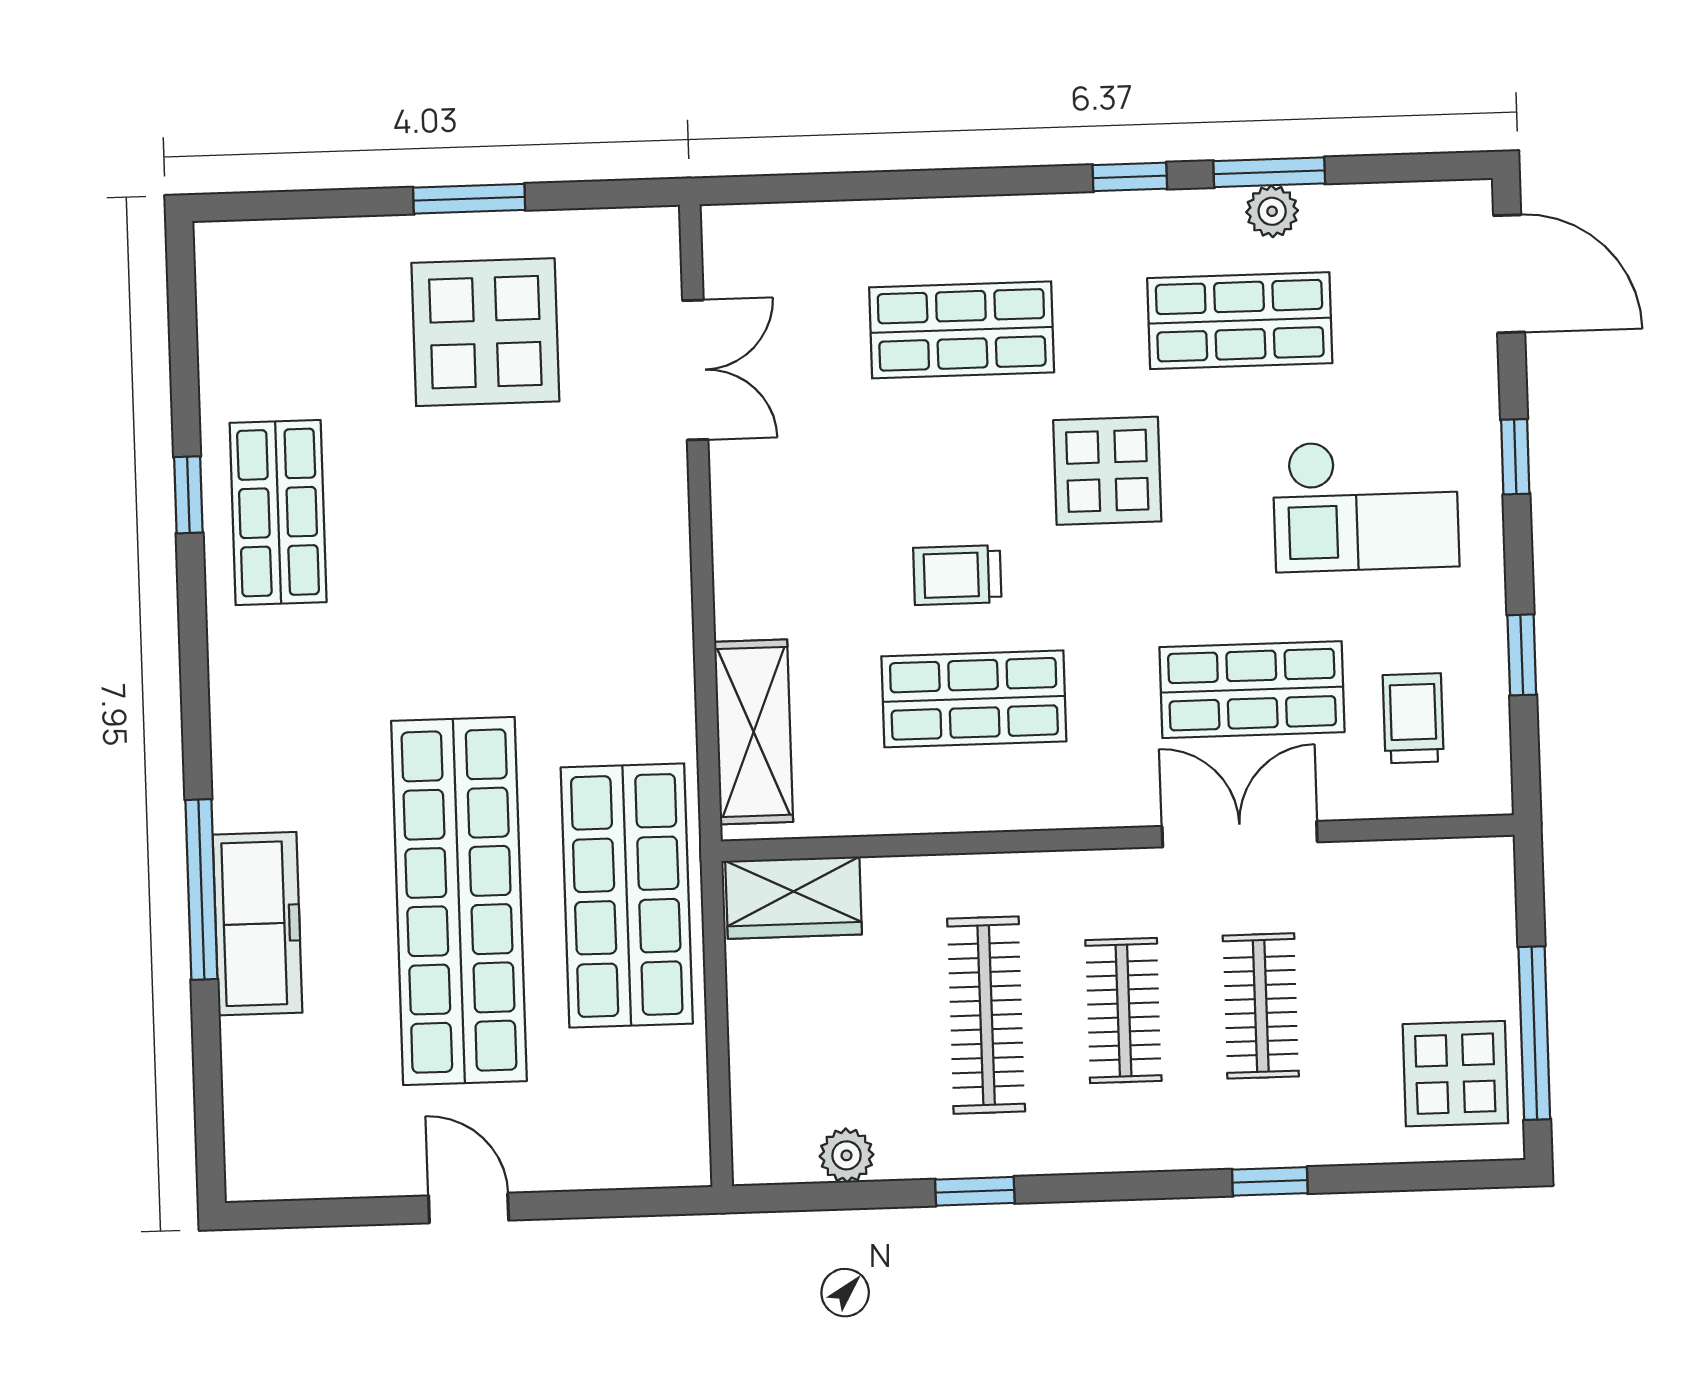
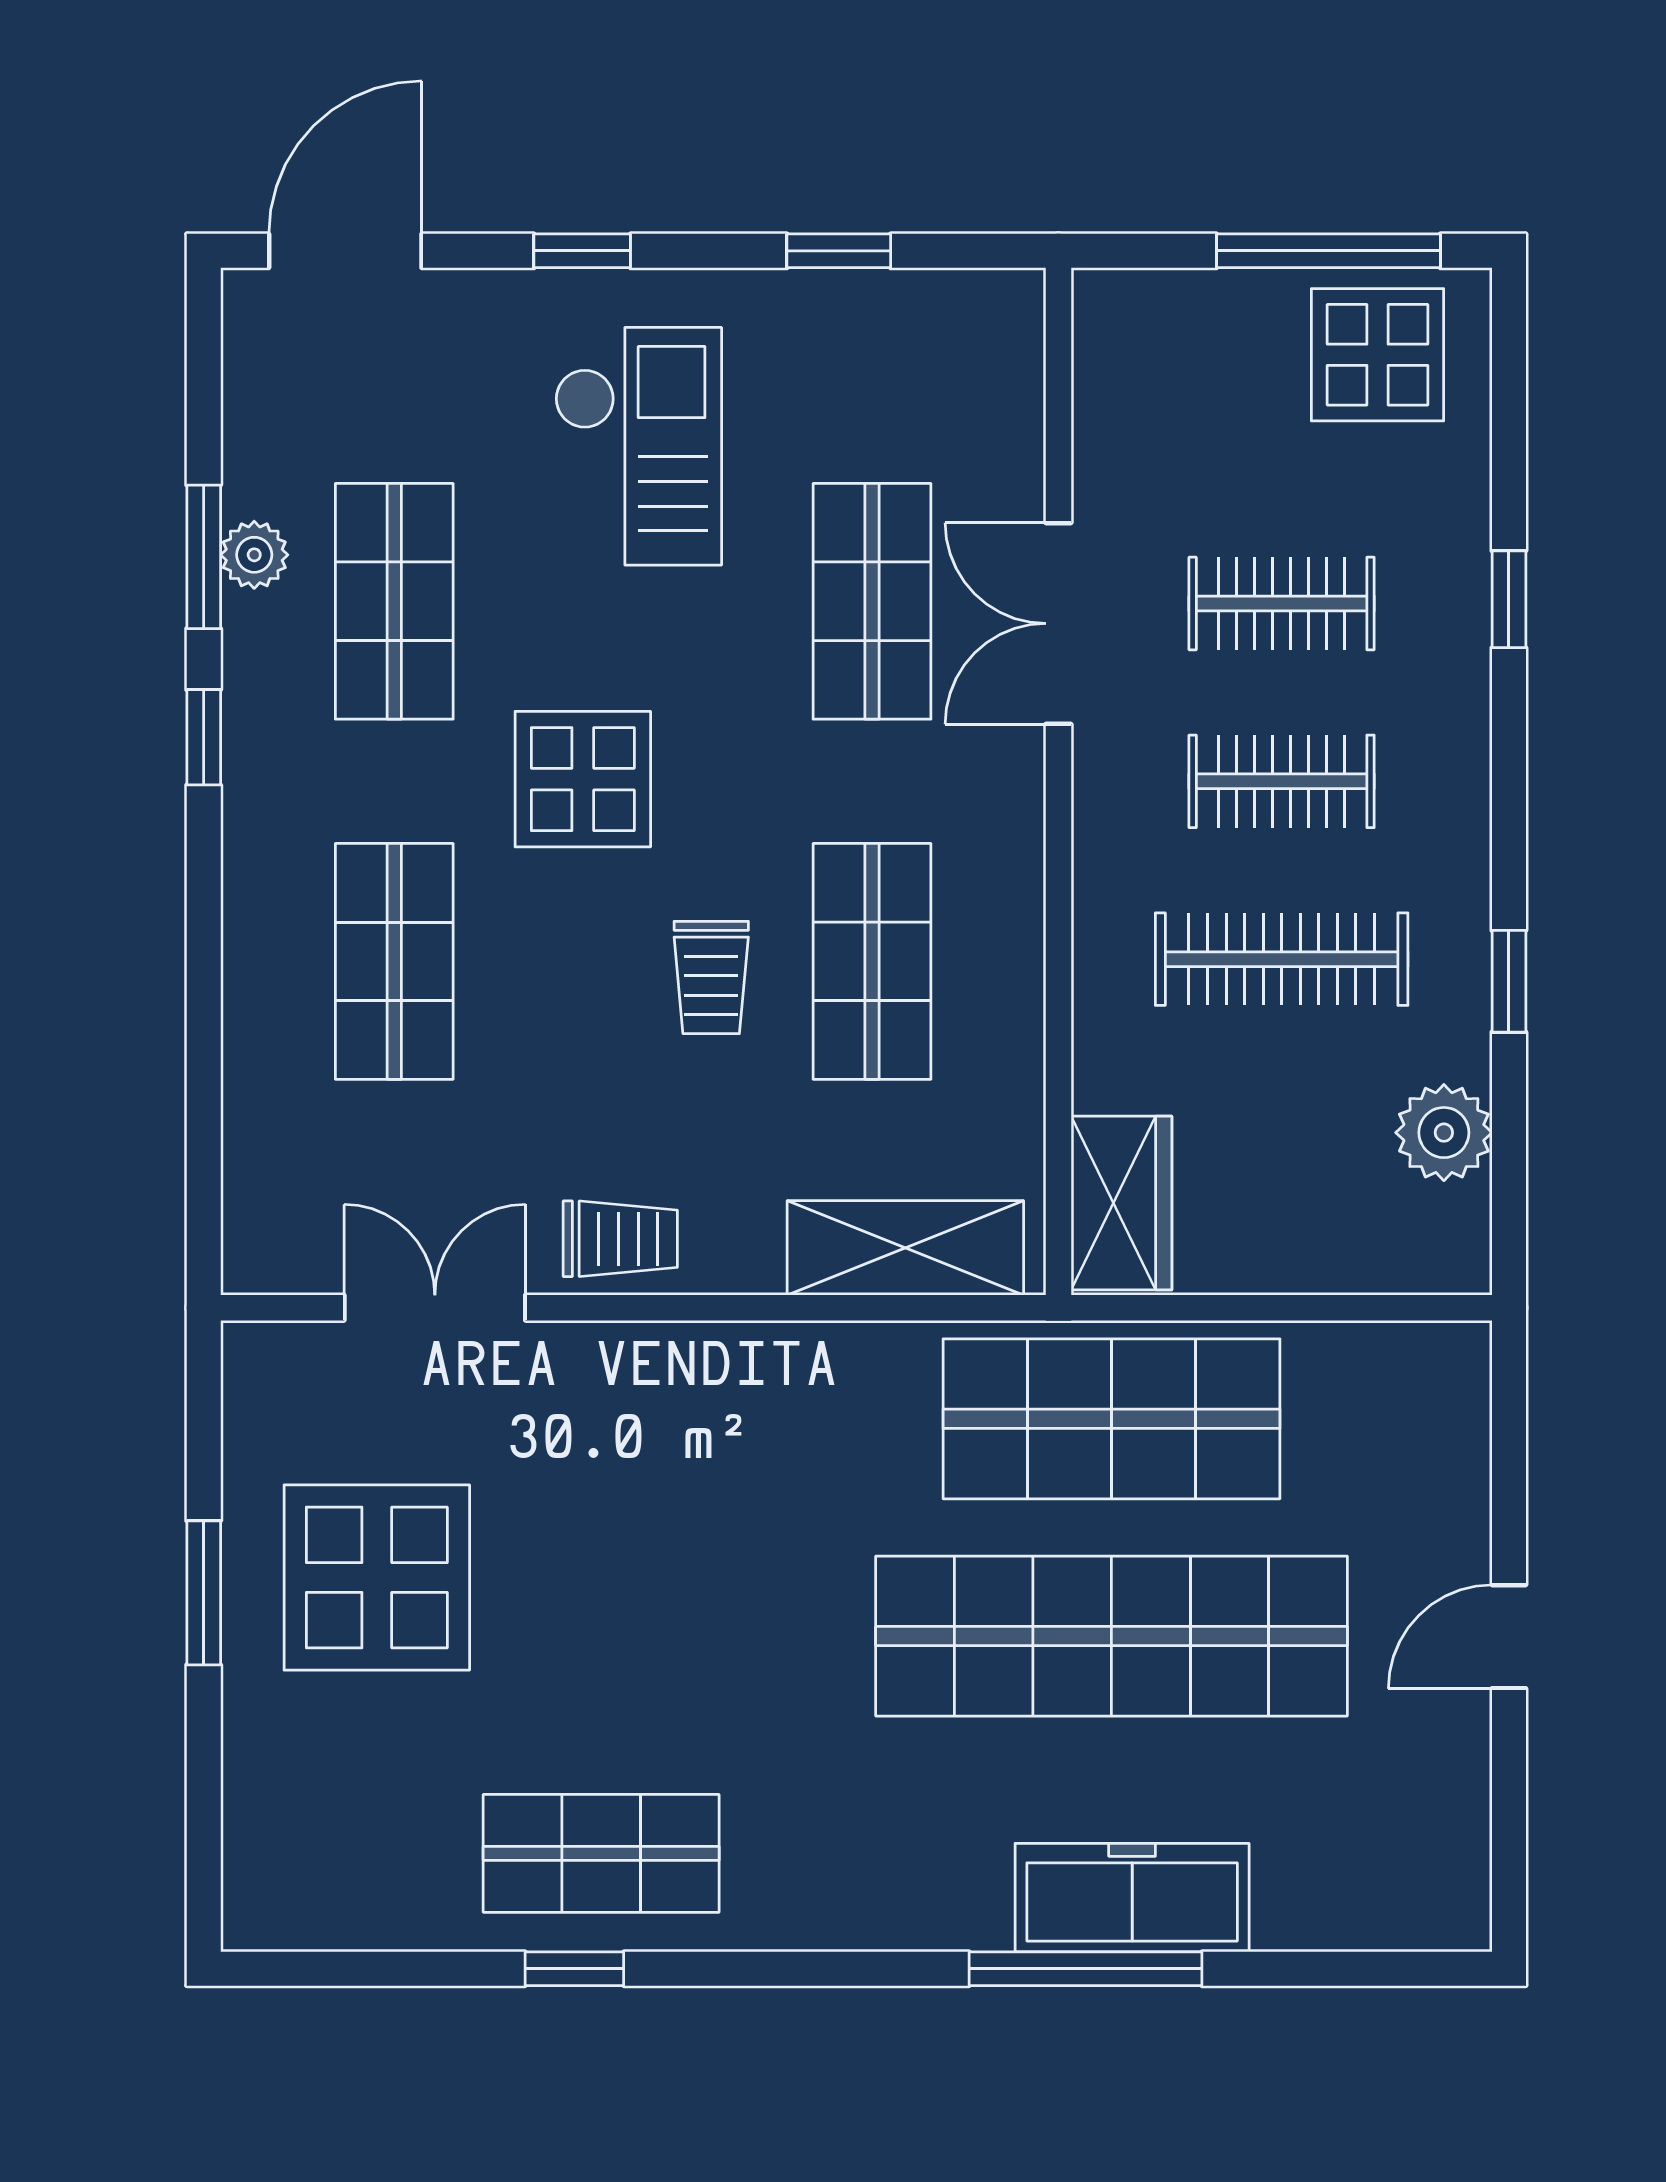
trolley: (1413, 718) -> (620, 1239), moved, turned 180
plant: (846, 1155) -> (1444, 1133), width x1.38, depth x1.38

